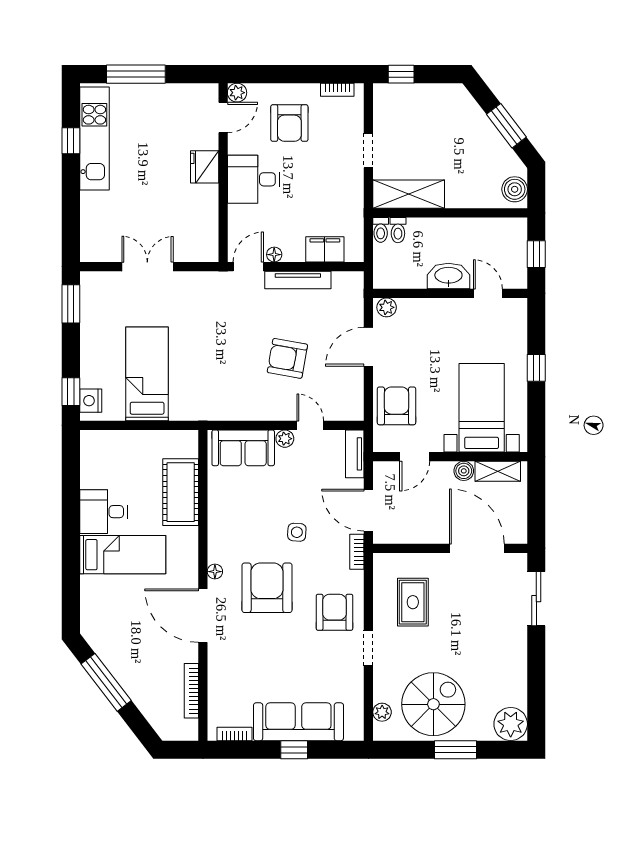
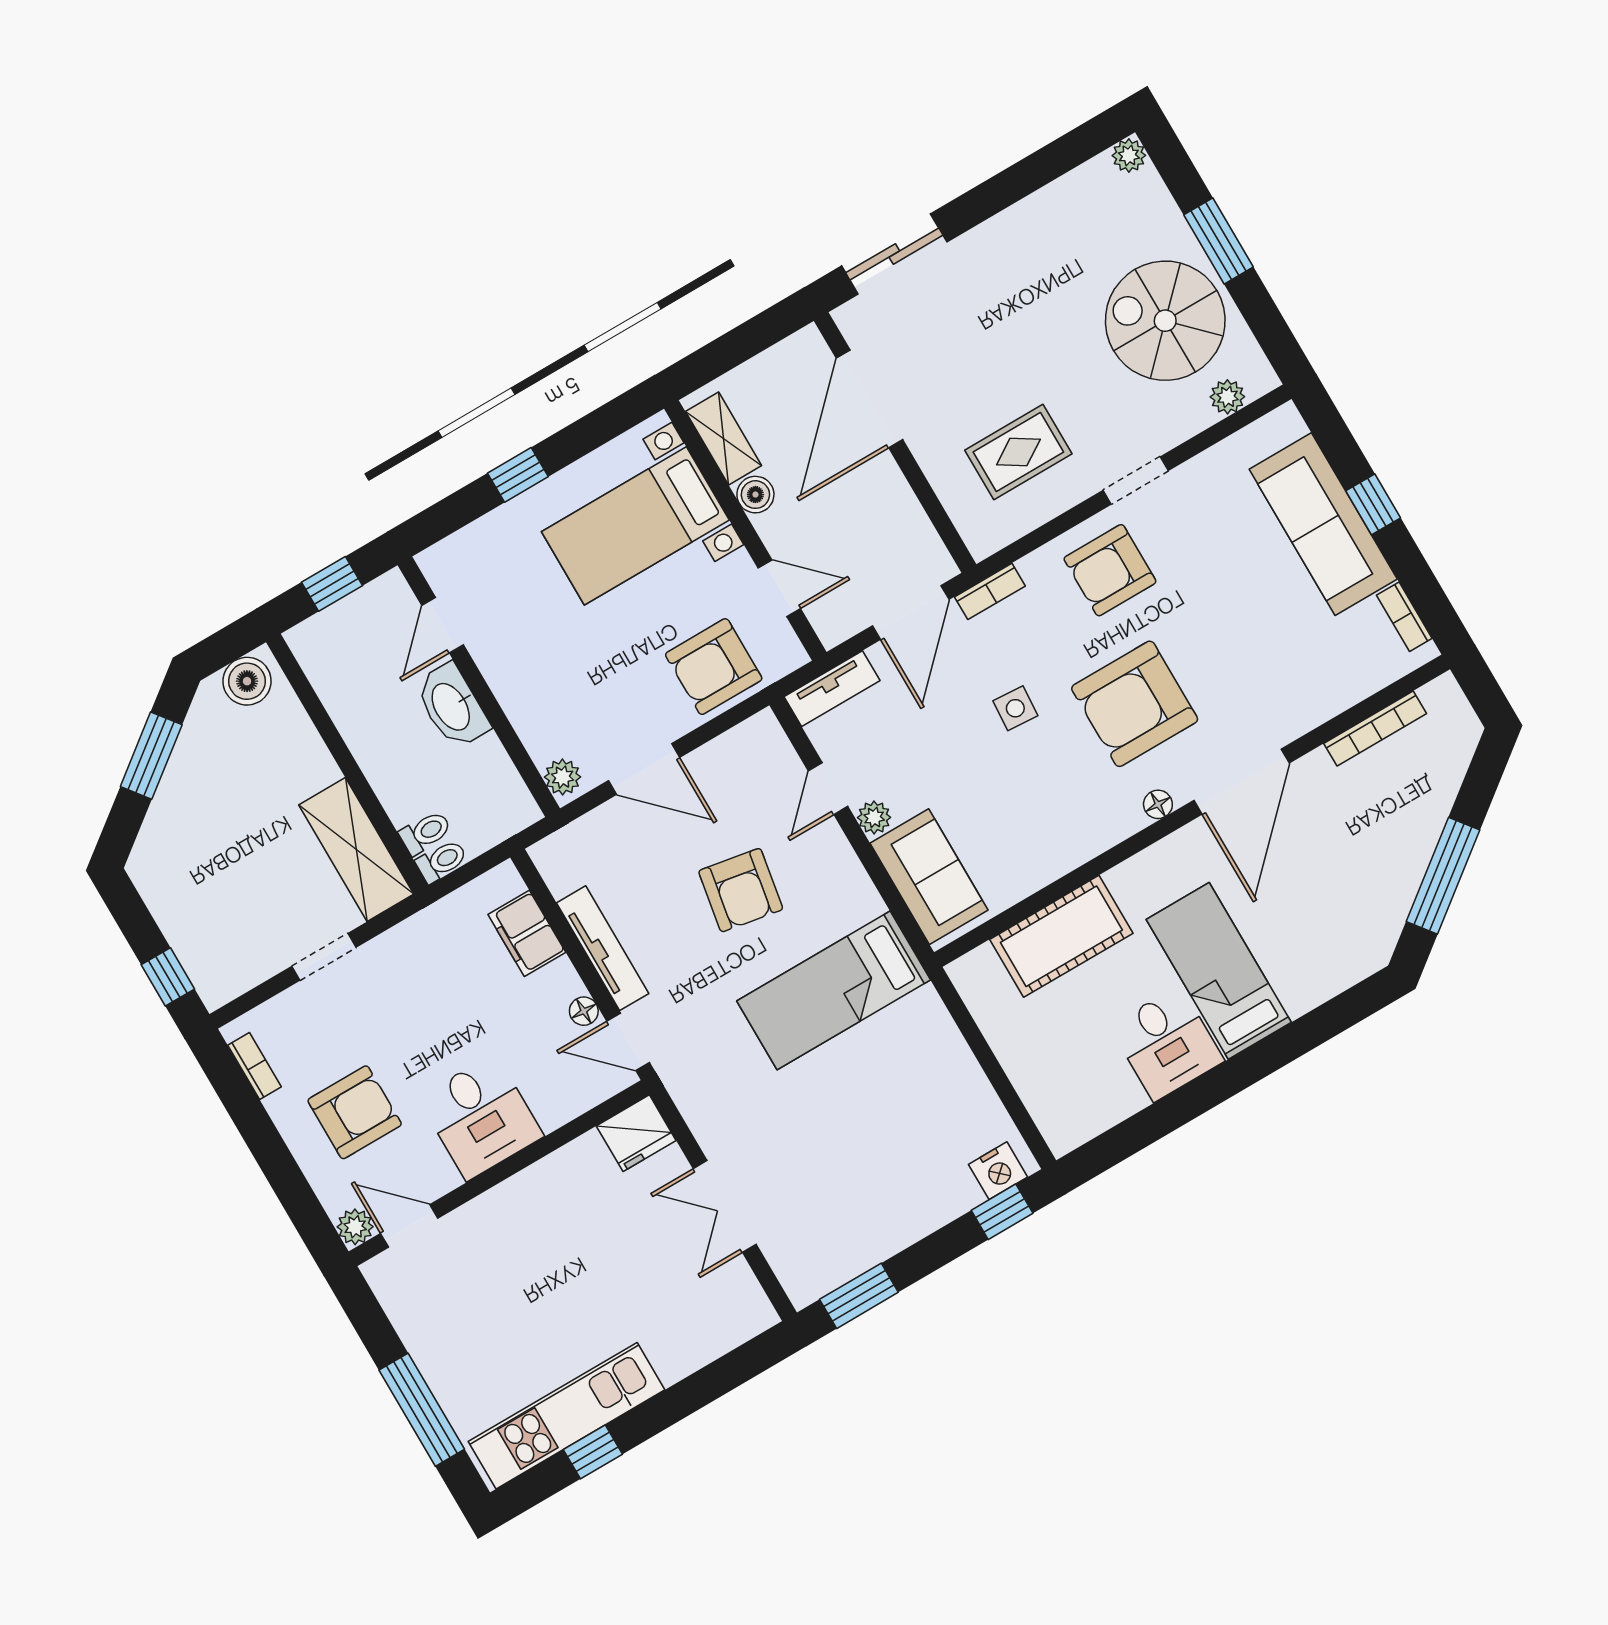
fridge: (205, 167) -> (636, 1133), moved
bed: (147, 374) -> (834, 990), moved
plant: (511, 724) -> (1129, 155), width x0.53, depth x0.53

